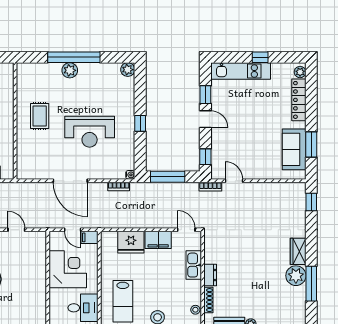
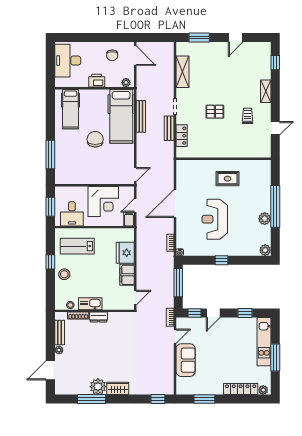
window: (260, 57) -> (275, 357), width x2.17
plant: (70, 70) -> (265, 219), moved
door: (205, 119) -> (213, 313), moved
sofa: (294, 149) -> (186, 360), moved, turned 90
door: (16, 230) -> (135, 175), moved
kitchen sink: (194, 265) -> (90, 304), moved

